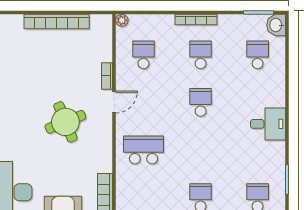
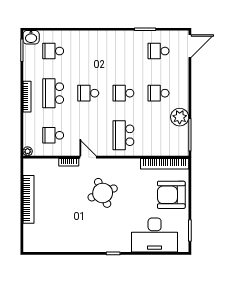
school desk: (201, 55) -> (53, 93), width x1.85
desk: (268, 124) -> (104, 43), removed
school desk: (201, 150) -> (123, 93), added

